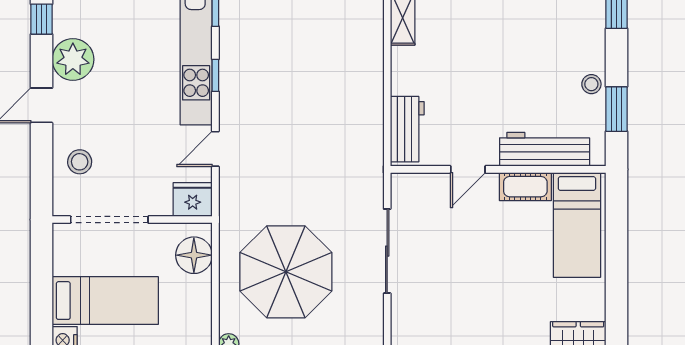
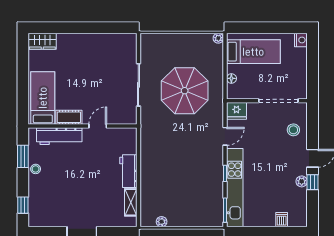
window: (42, 19) -> (313, 182), moved
plant: (73, 59) -> (302, 181), width x0.53, depth x0.53
workbench: (407, 129) -> (128, 171), moved
floor lamp: (194, 255) -> (231, 78), width x0.53, depth x0.53
parasol: (286, 272) -> (185, 91), moved
bed: (105, 301) -> (253, 52), moved, turned 180

